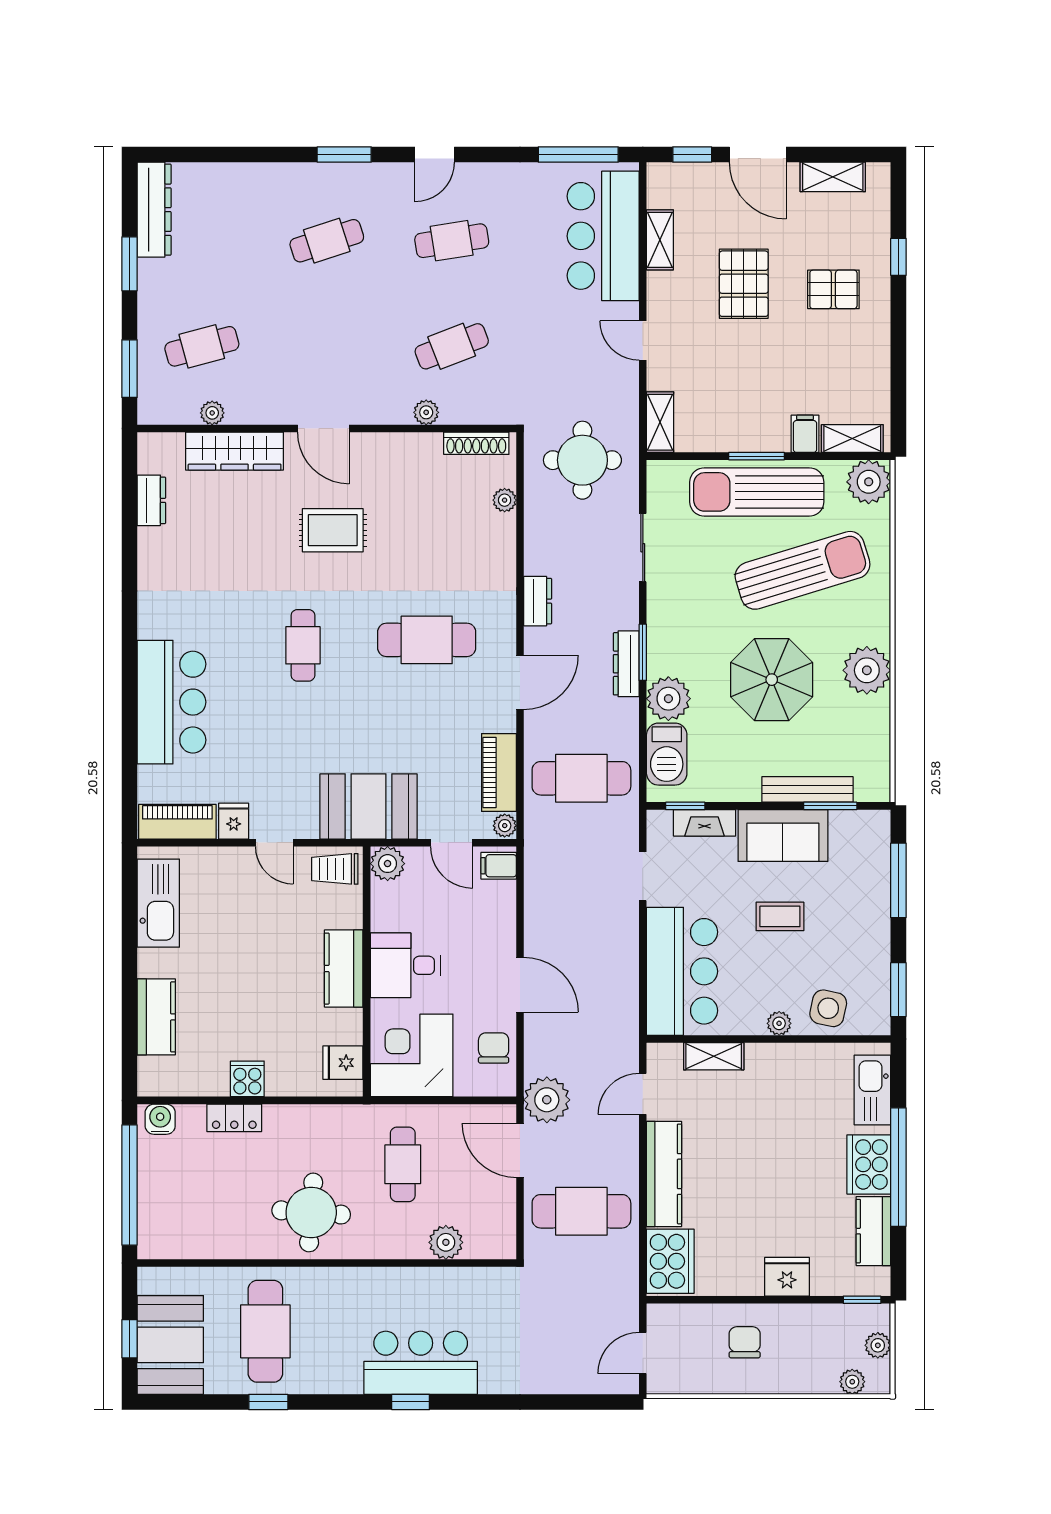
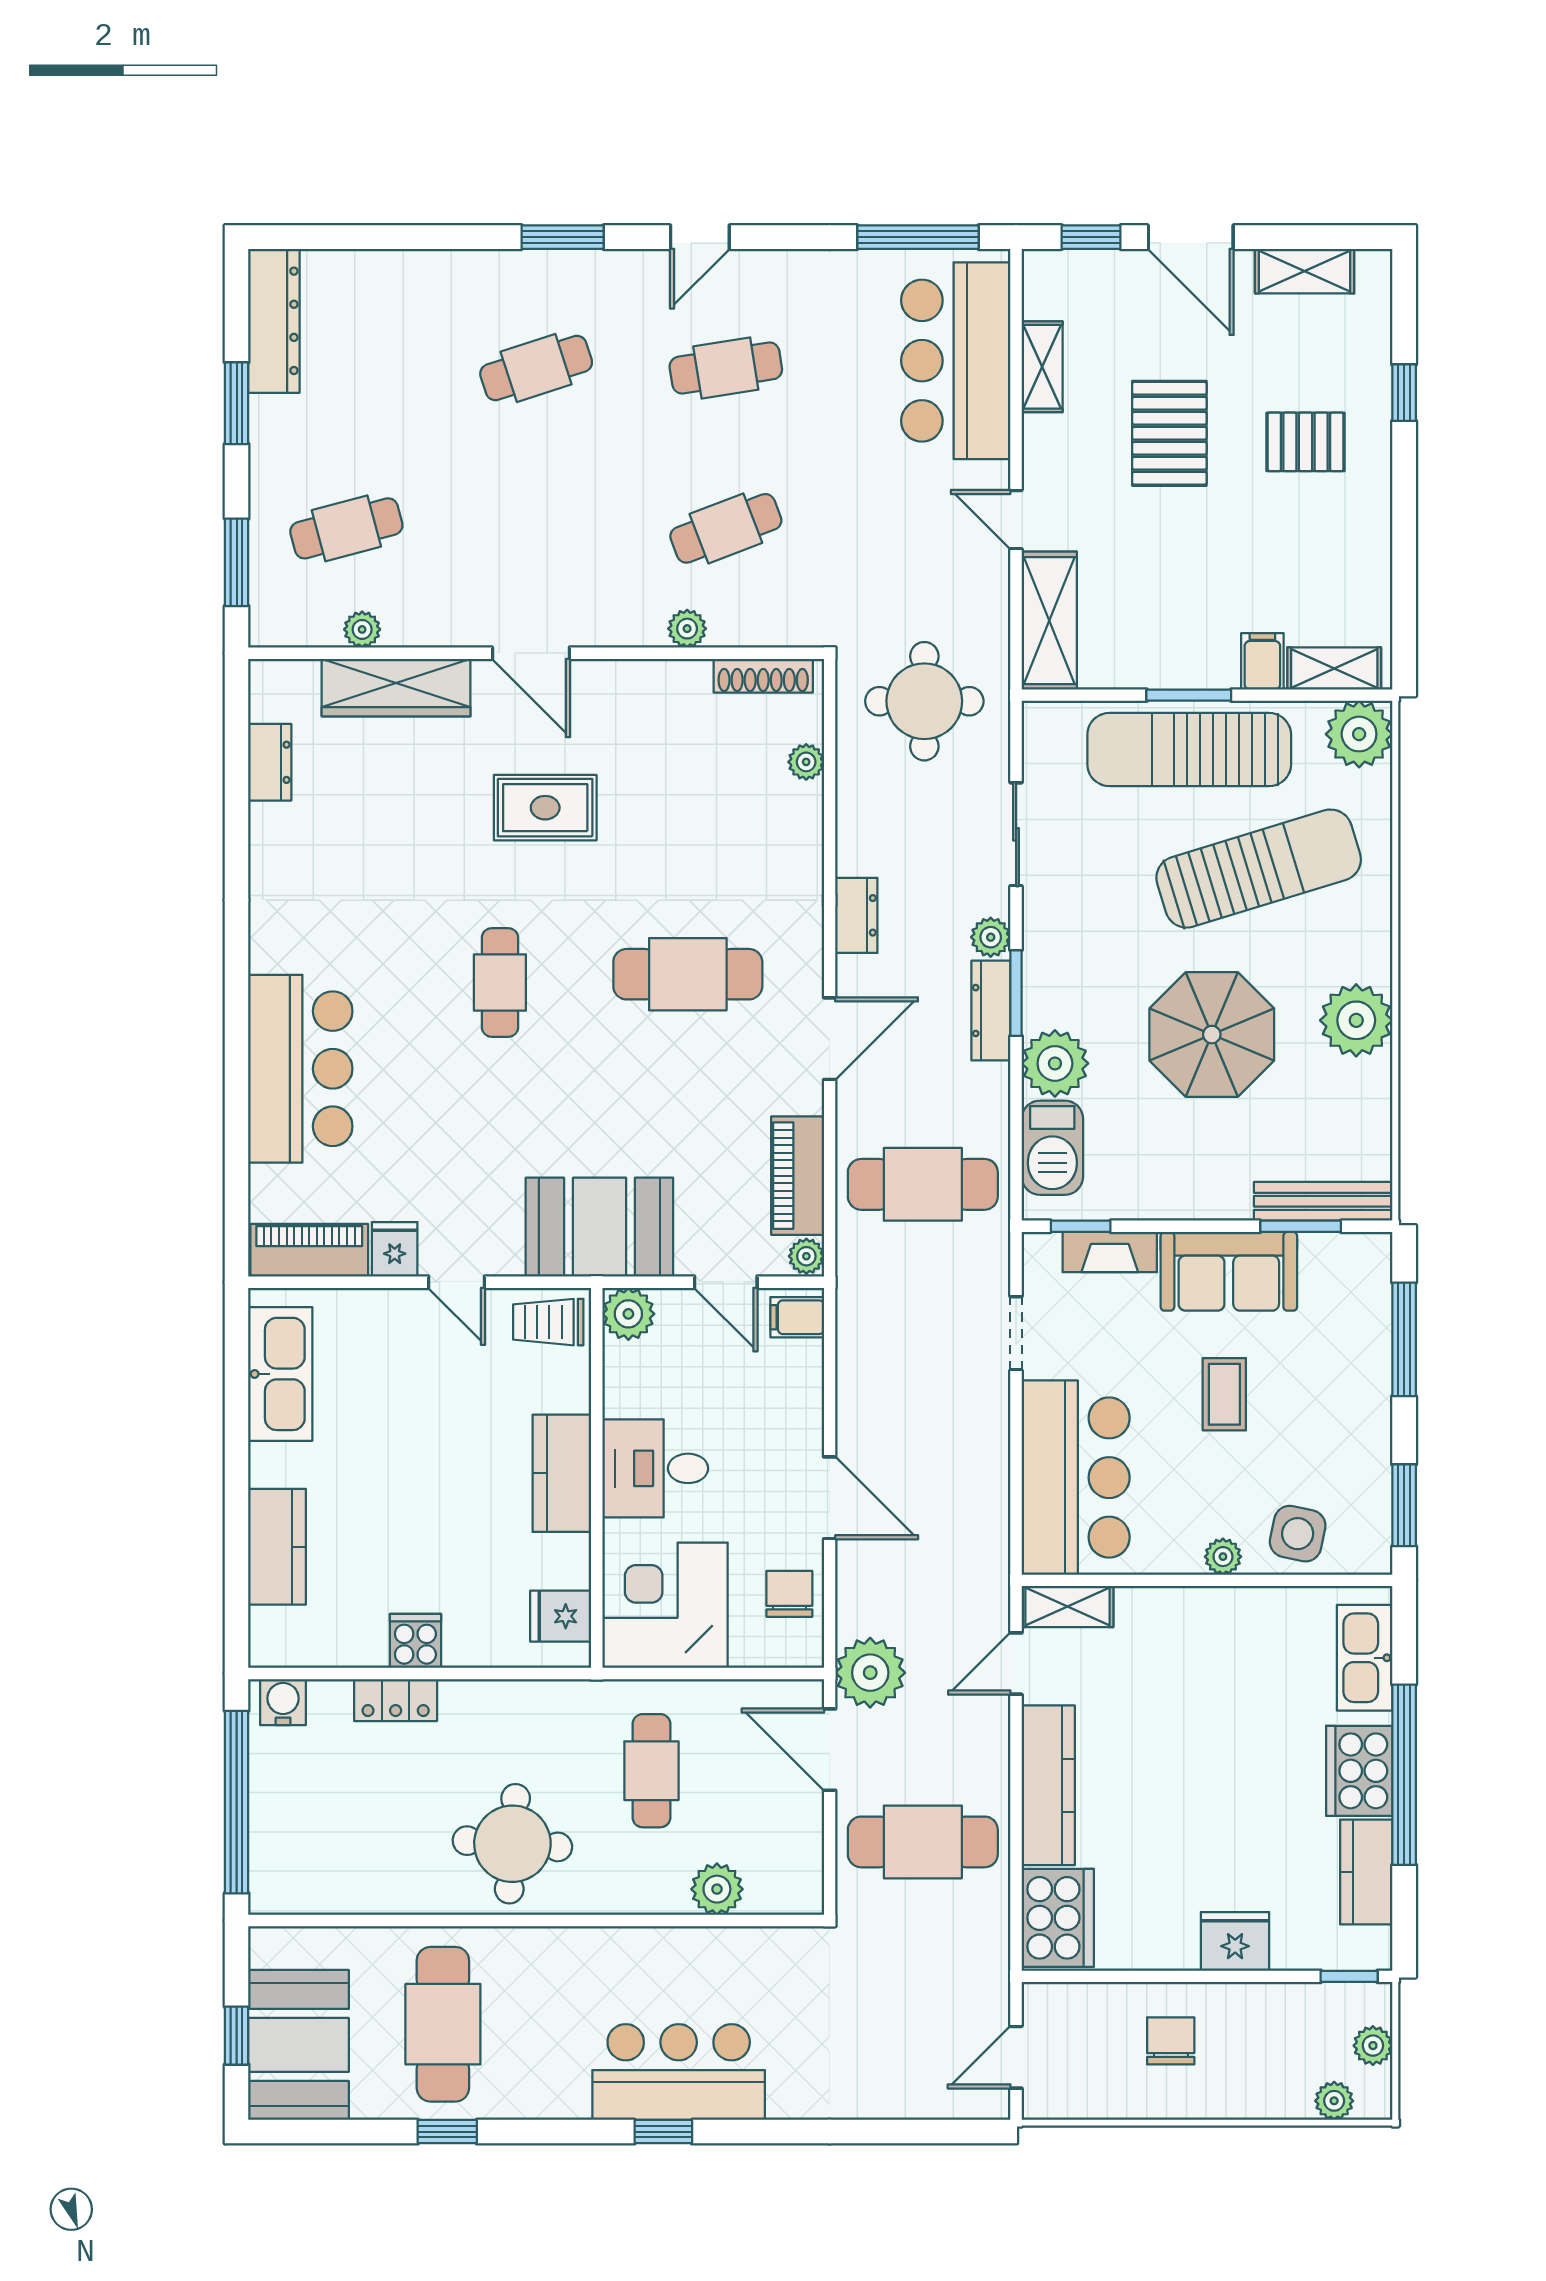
shelving: (660, 422) -> (1049, 621), width x1.50, depth x1.33
plant: (626, 616) -> (991, 937), added
bench: (807, 789) -> (1323, 1201), moved
coffee table: (780, 916) -> (1224, 1394), turned 90
shelving: (714, 1056) -> (1067, 1607), moved

